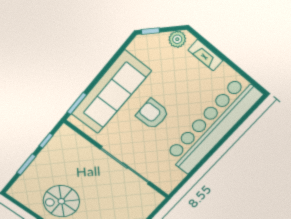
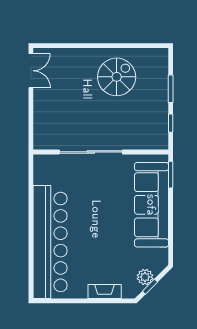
window: (150, 31) -> (150, 287), moved
plant: (177, 39) -> (145, 277), moved
armchair: (152, 114) -> (105, 213), removed

